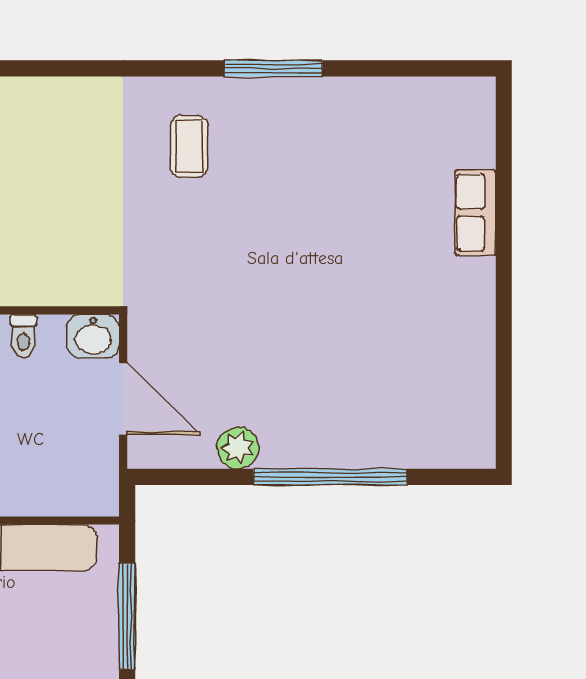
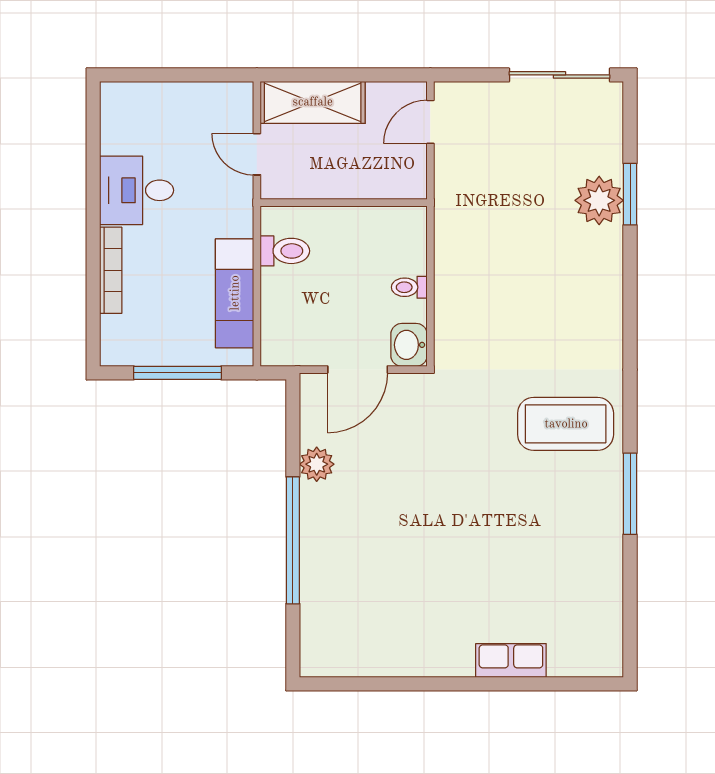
coffee table: (189, 147) -> (566, 424), width x1.86, depth x1.72

